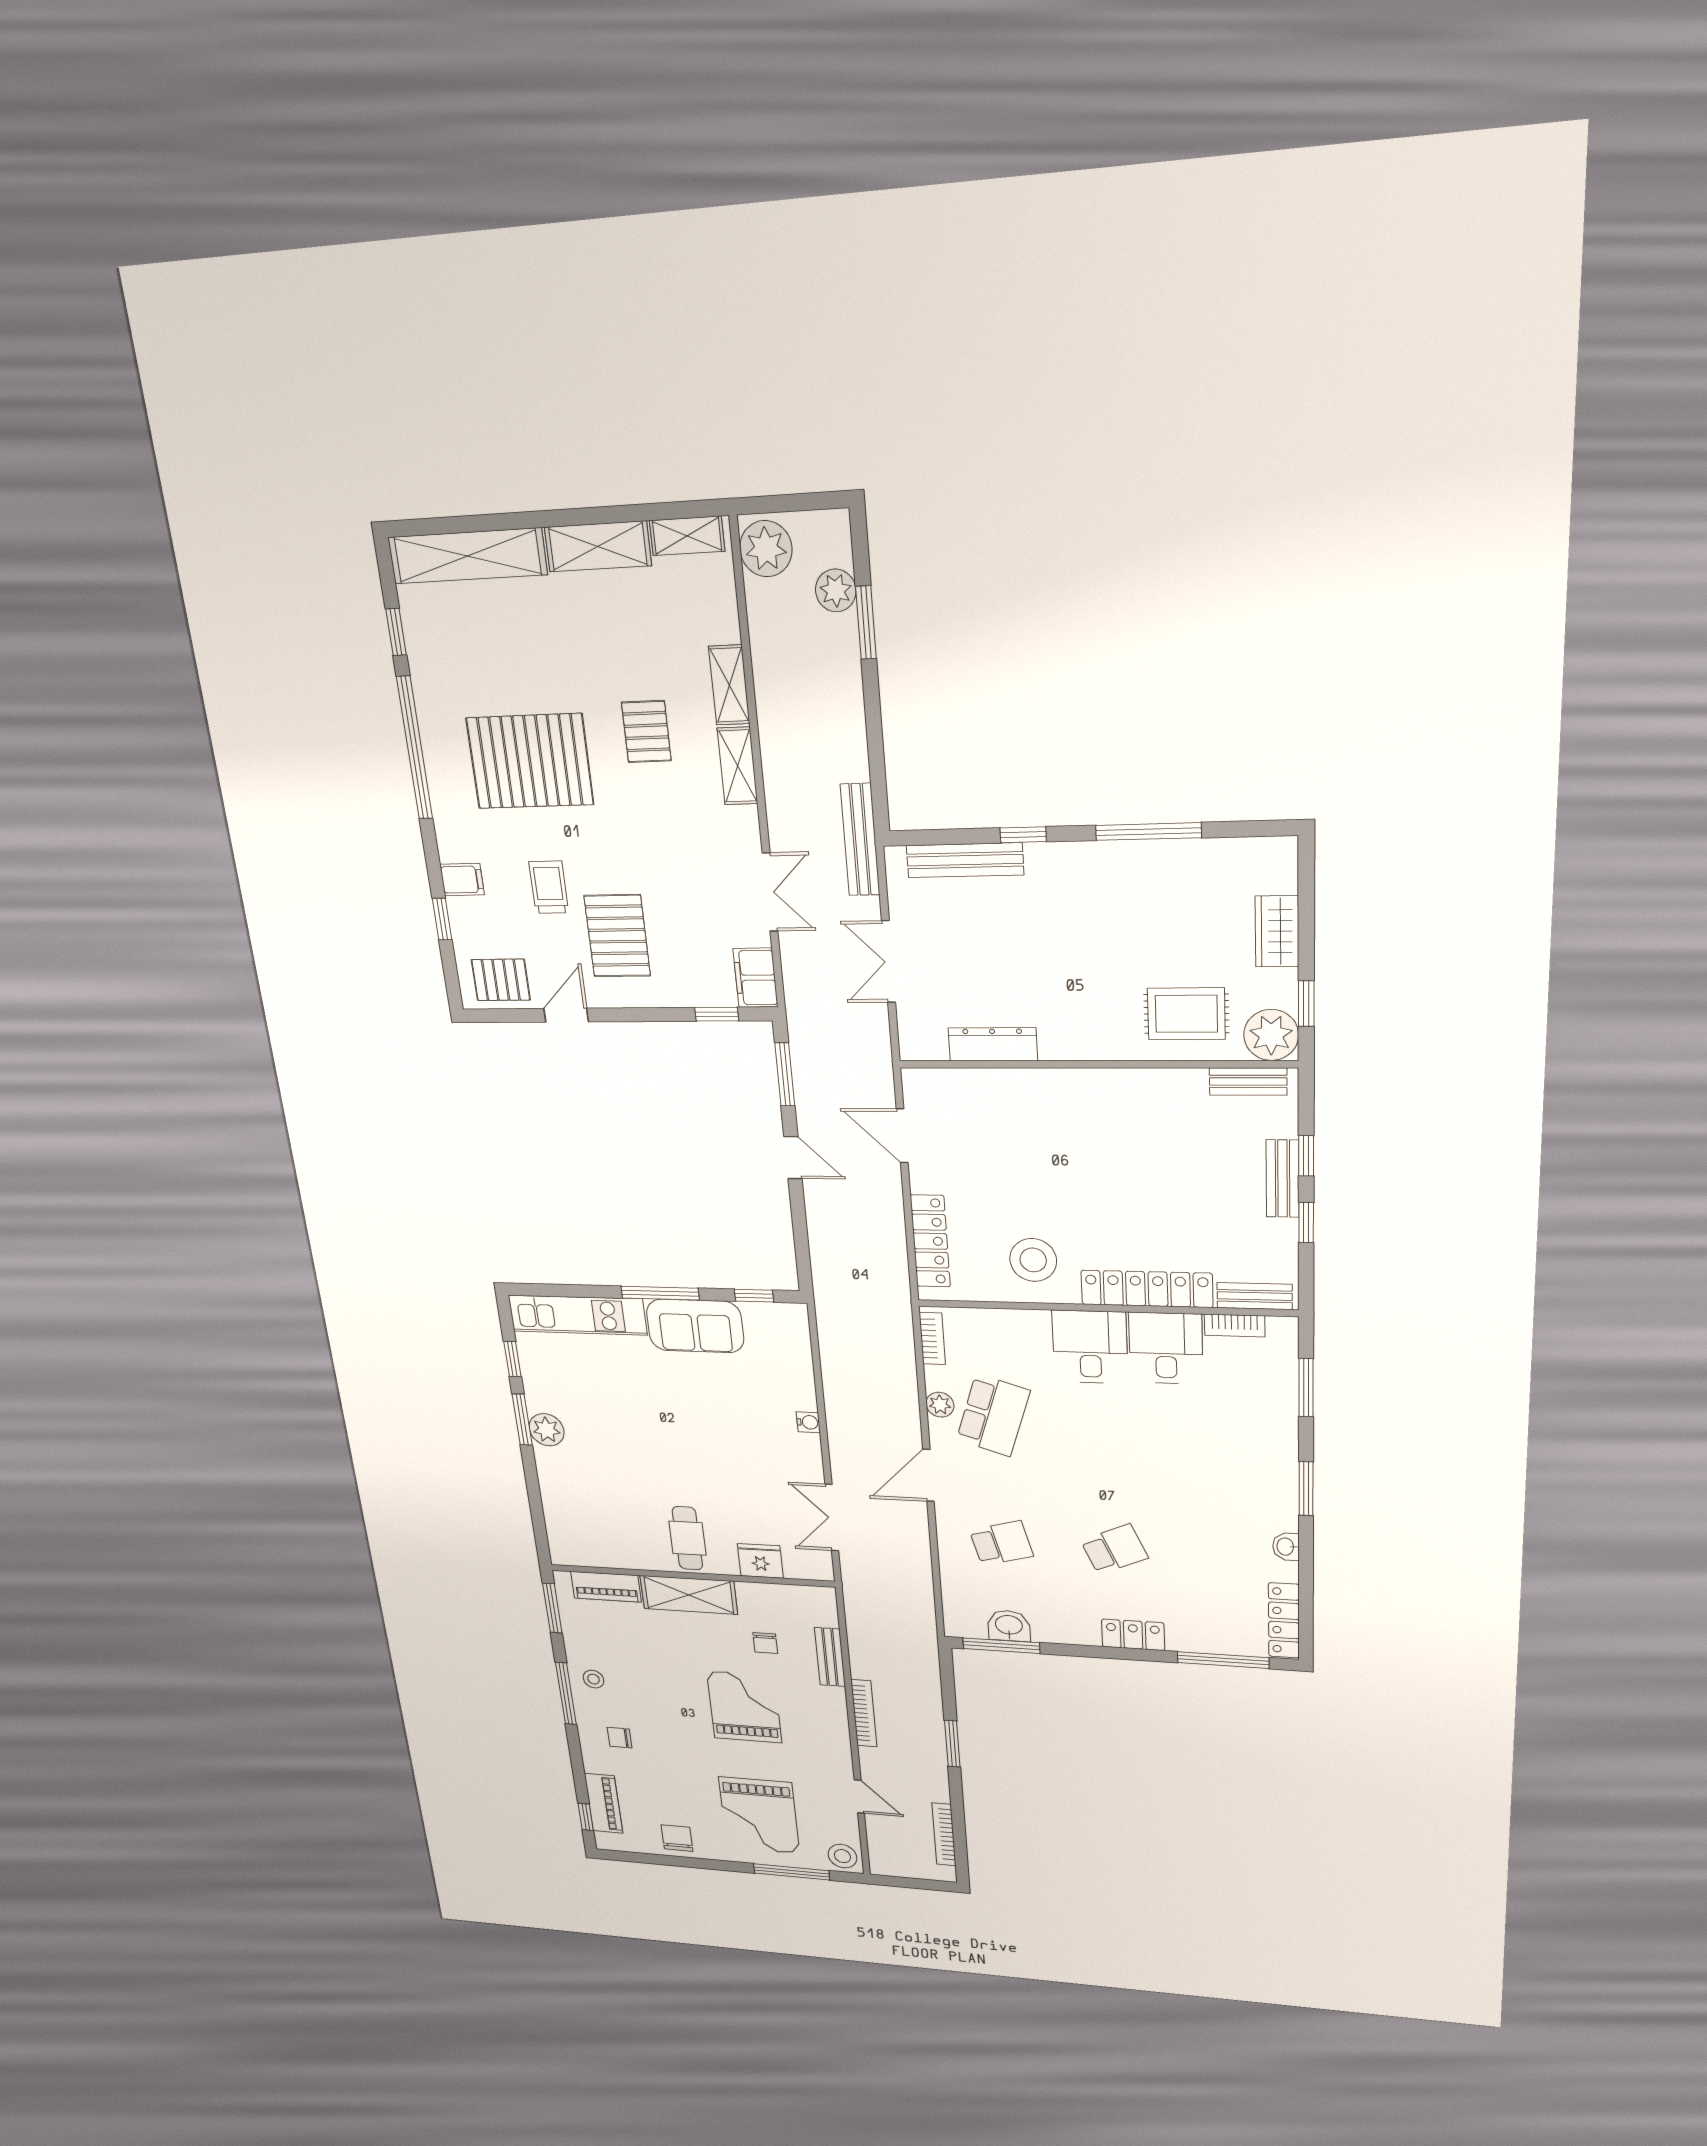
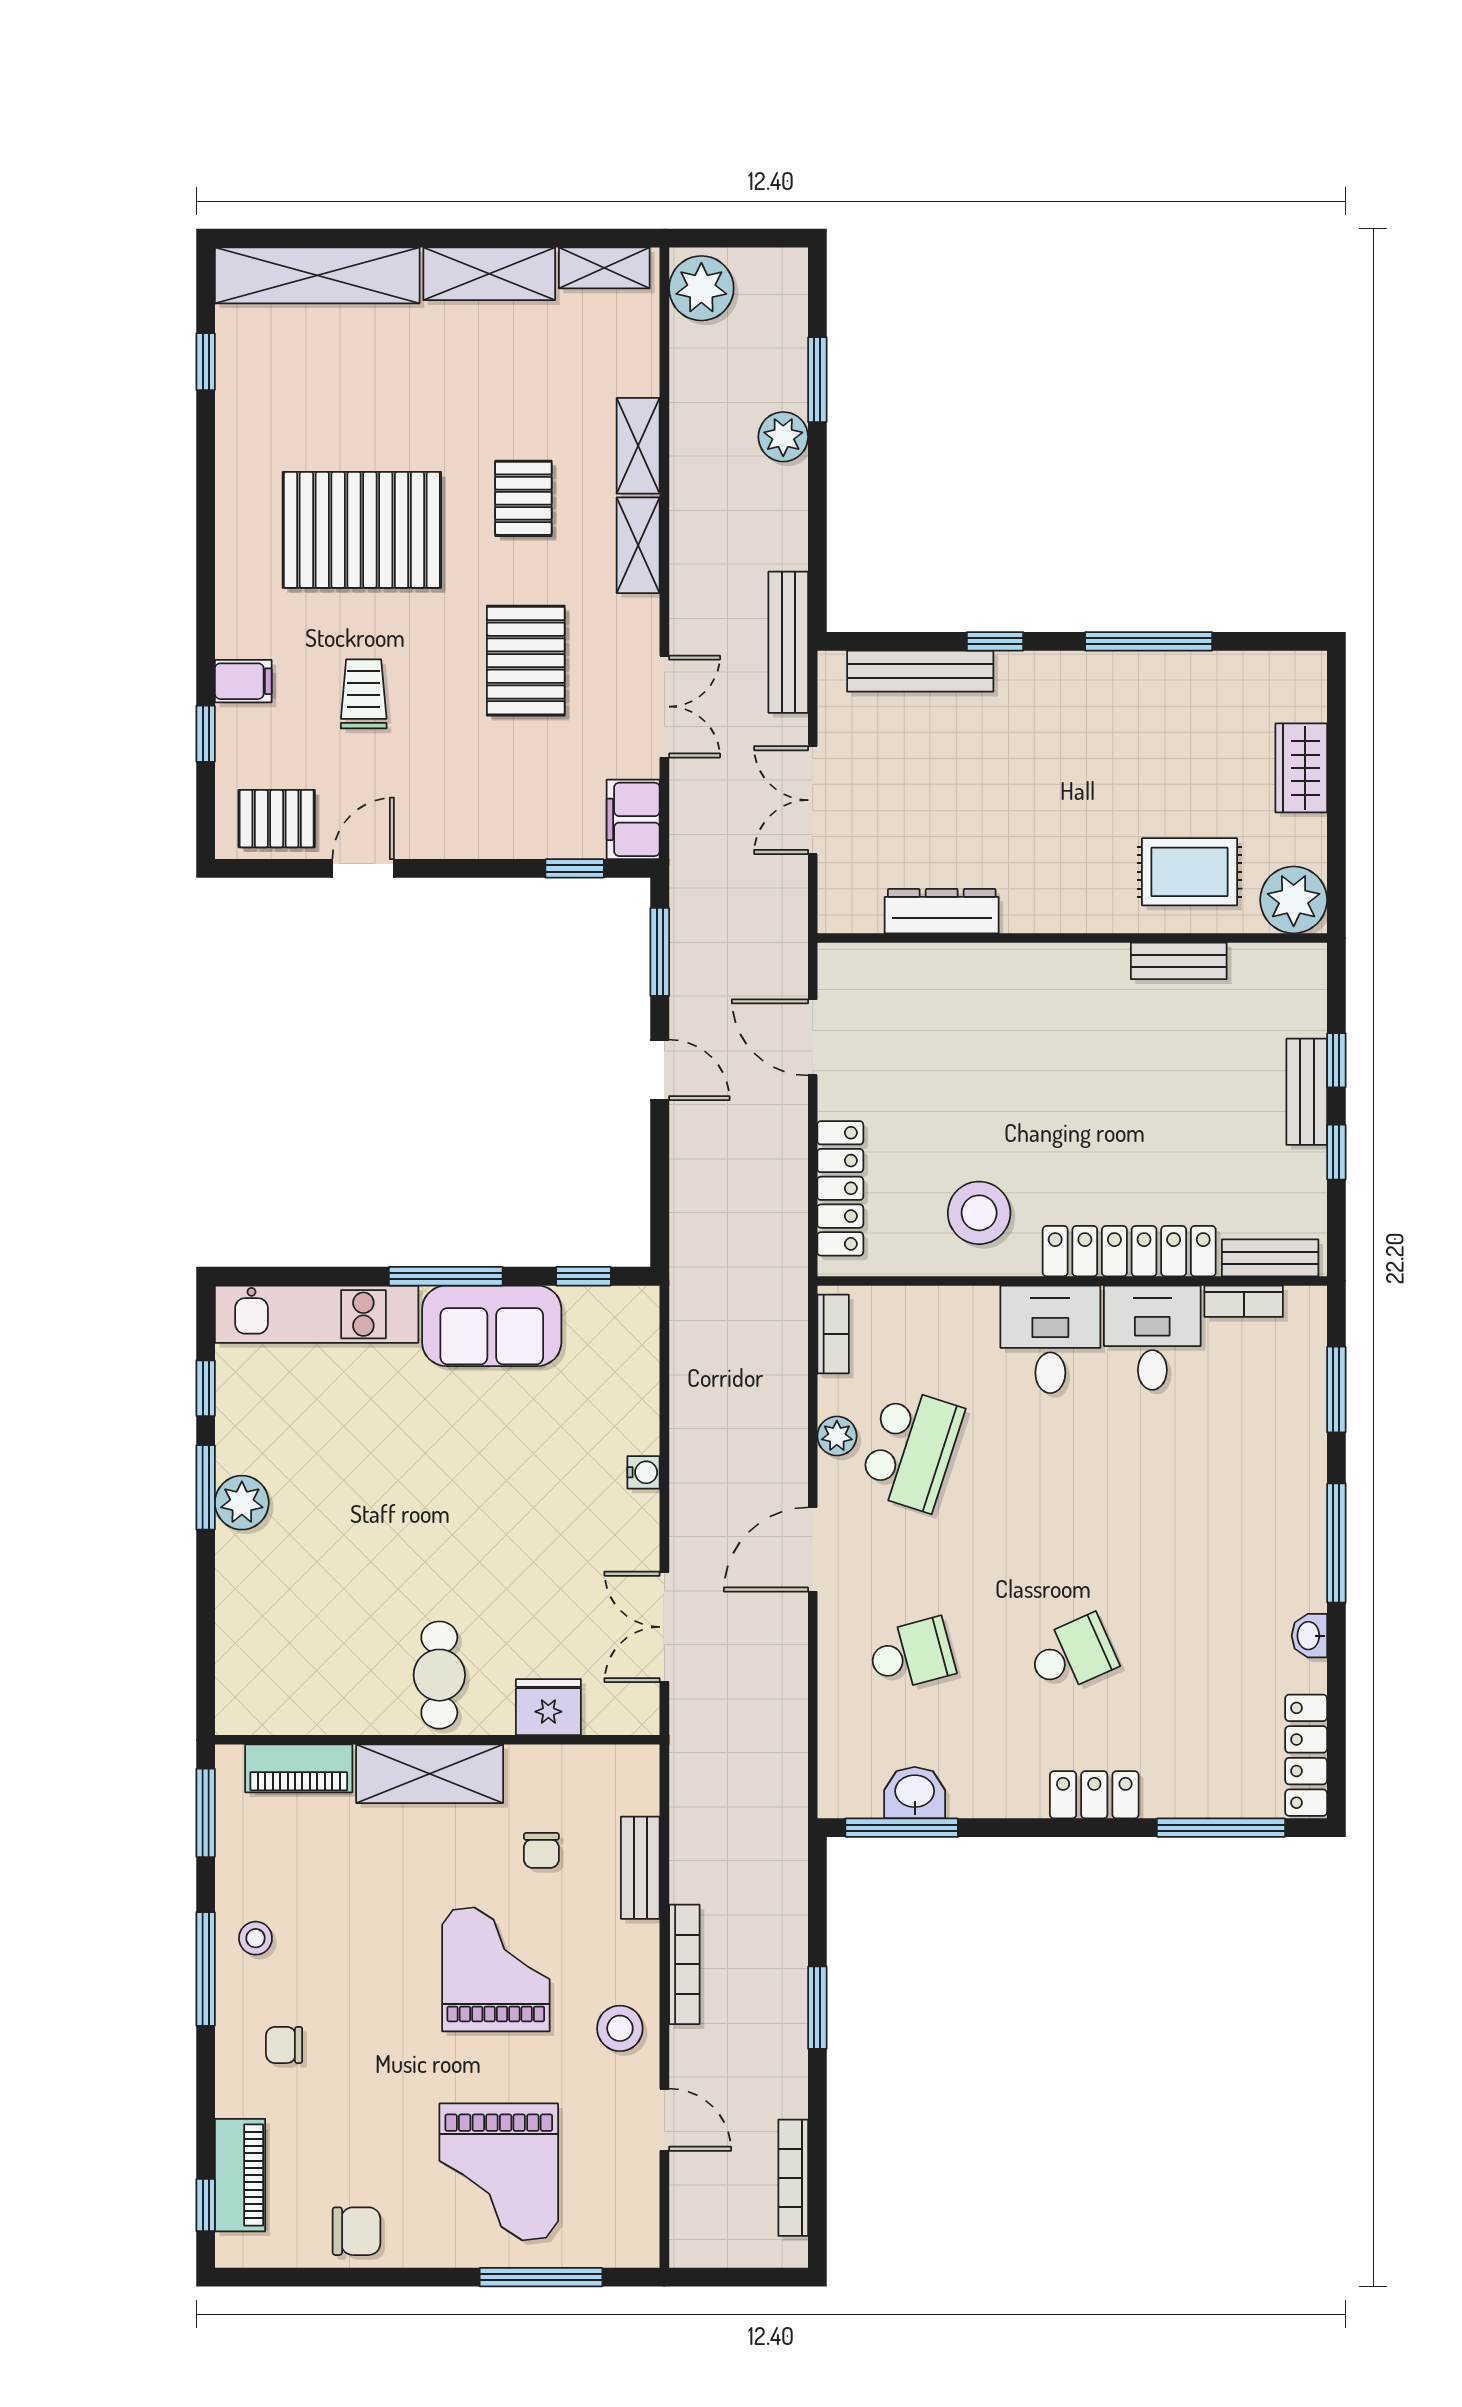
plant: (836, 590) -> (783, 437), moved
window: (415, 748) -> (206, 508), removed
pallet: (617, 936) -> (526, 661), moved
window: (1306, 1004) -> (1336, 860), removed
bench: (1248, 1081) -> (1179, 961), moved
window: (1306, 1489) -> (1336, 1543), width x1.44
chair: (677, 1838) -> (356, 2231), turned 90
stool: (842, 1856) -> (620, 2028), moved

